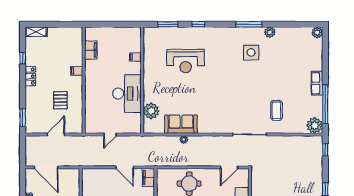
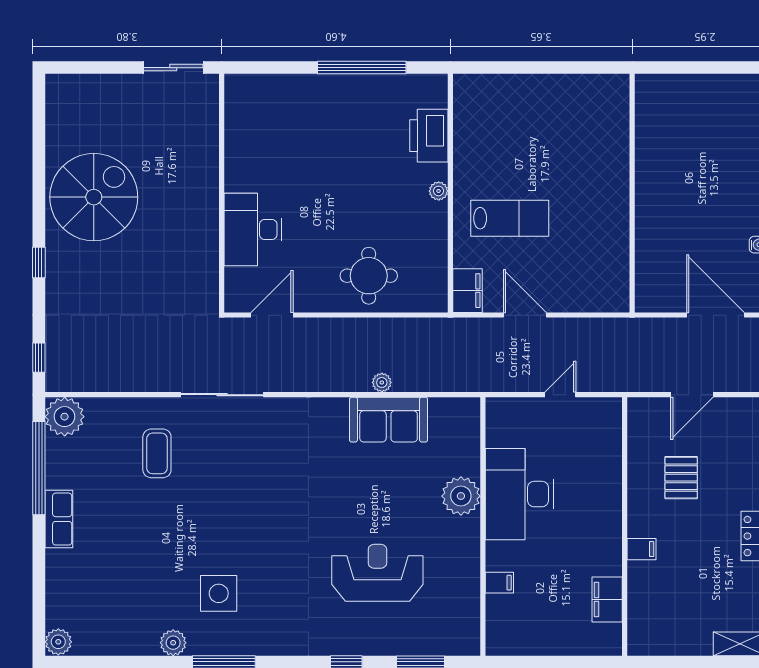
plant: (151, 111) -> (461, 496), moved

